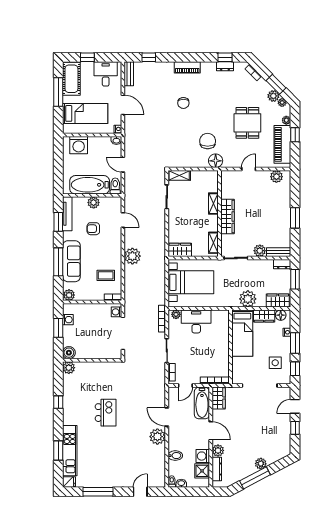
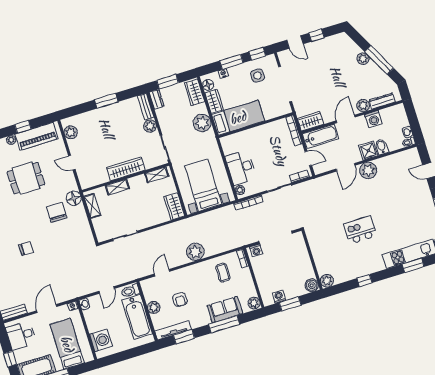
chair: (208, 141) -> (57, 212), turned 90
shelving: (179, 175) -> (92, 206), moved
sofa: (71, 261) -> (225, 310), width x0.73
shower: (202, 471) -> (368, 151), moved

